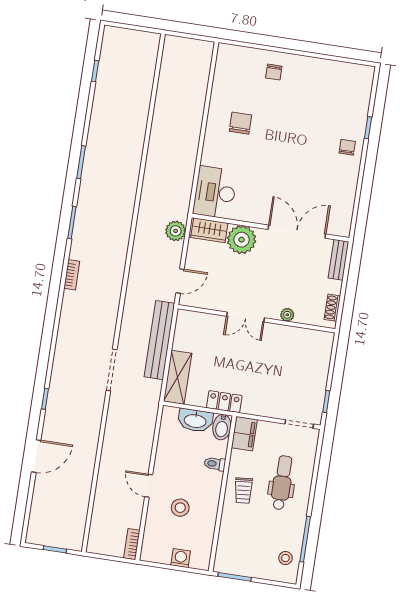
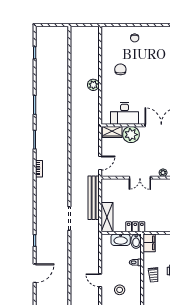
desk: (215, 192) -> (125, 113), moved, turned -90
plant: (176, 231) -> (93, 85), moved

